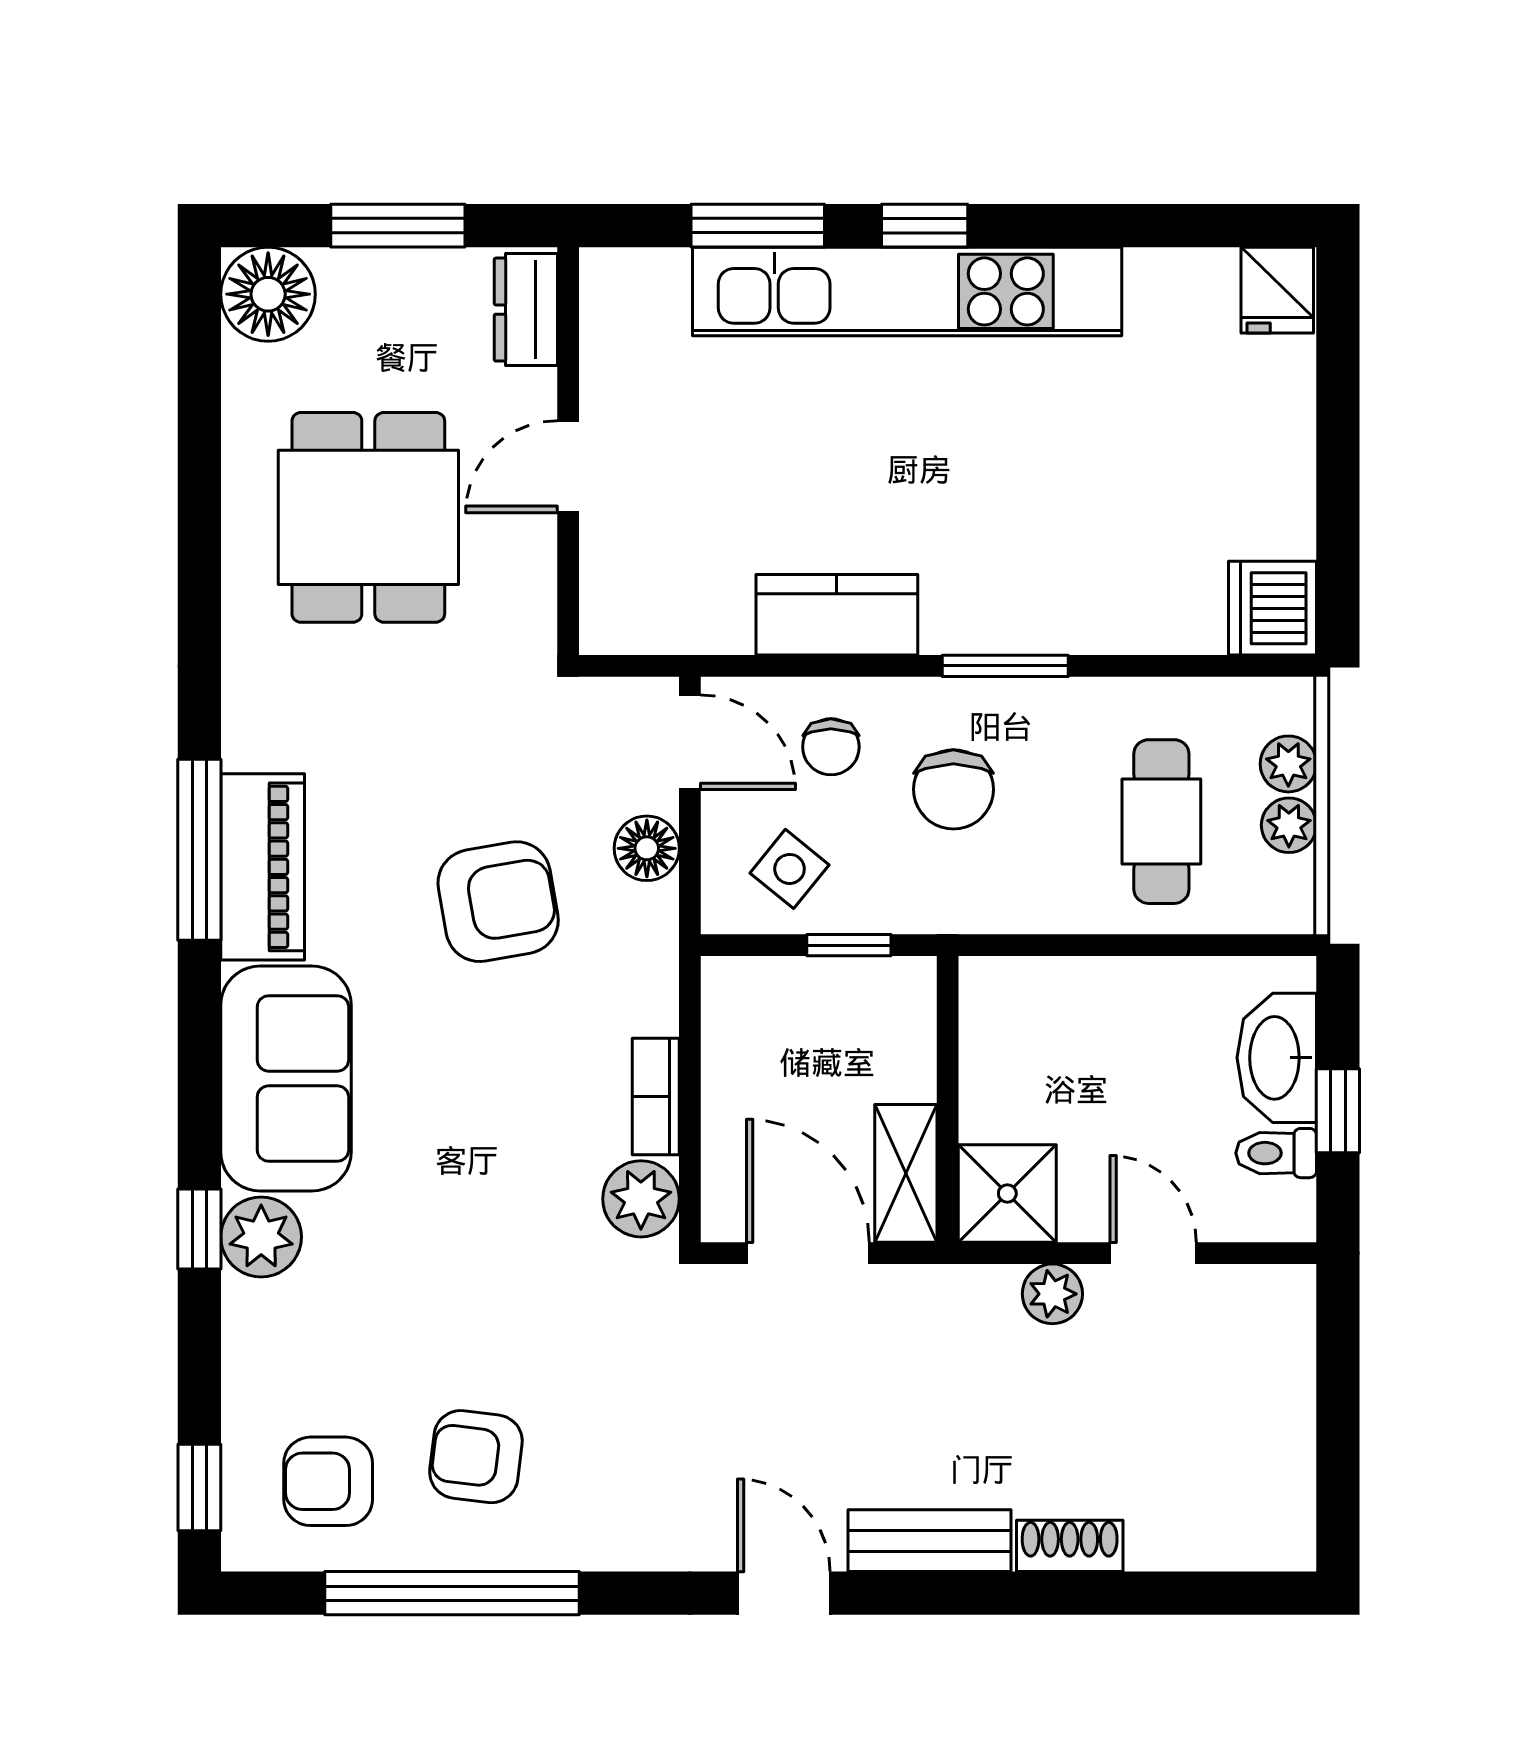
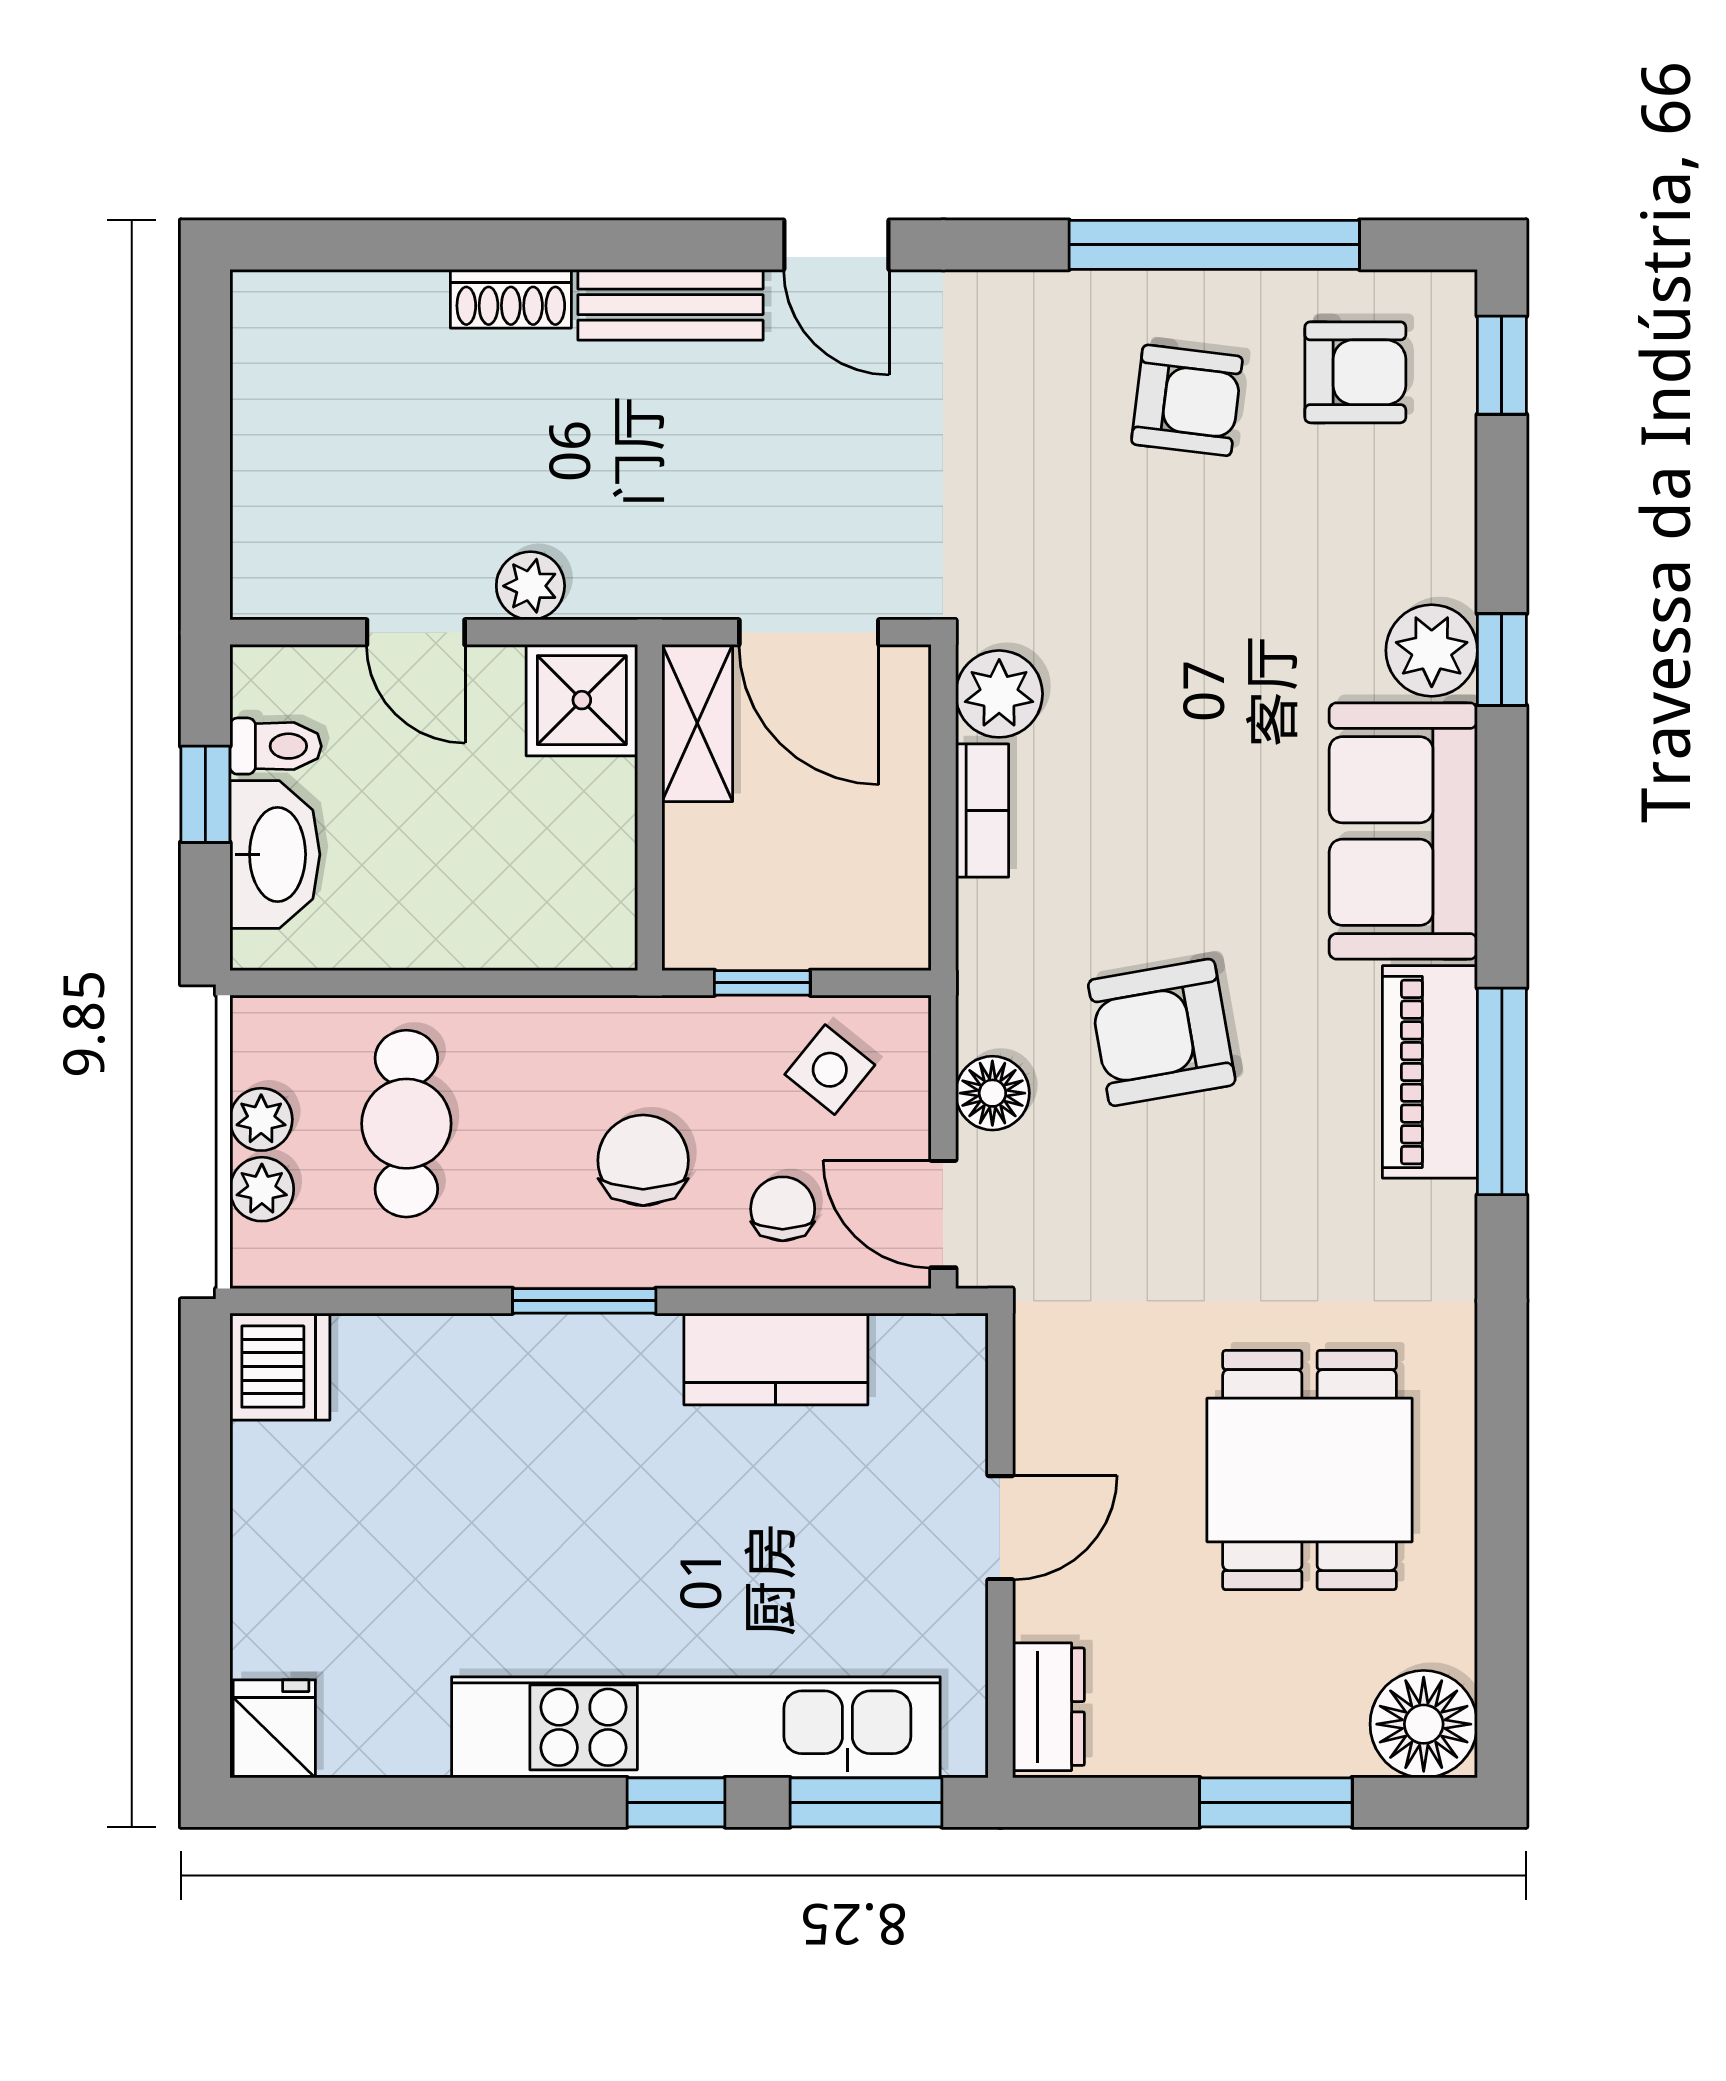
dresser: (526, 310) -> (1049, 1707), moved
wall: (568, 451) -> (1000, 1545), moved
door: (568, 467) -> (1000, 1528), moved

